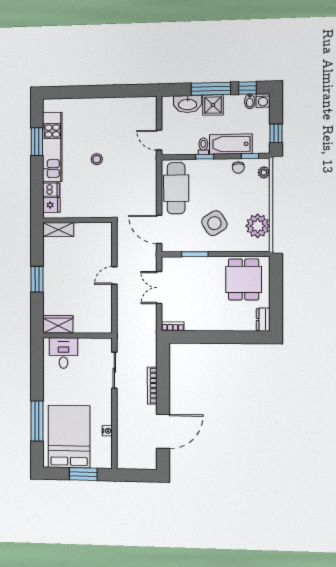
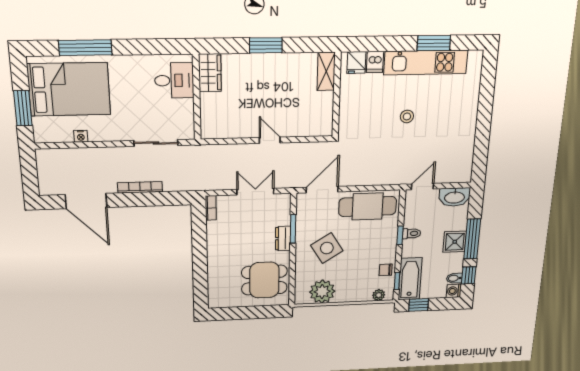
washbasin: (188, 104) -> (455, 197), moved, turned -90
bathtub: (231, 144) -> (410, 279), moved
dresser: (263, 320) -> (283, 238), moved, turned -90

